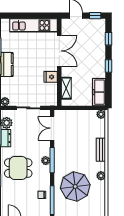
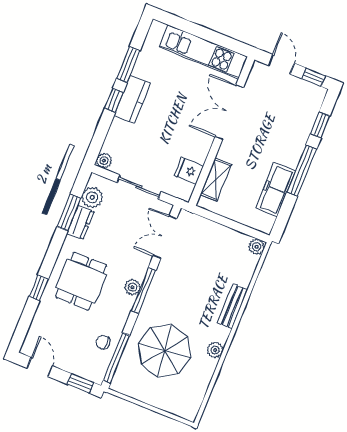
double door: (59, 51) -> (229, 112), swing flipped
window: (108, 66) -> (302, 171), width x2.17
fridge: (51, 77) -> (189, 171), moved
freezer: (99, 92) -> (276, 189), moved
dining table: (18, 168) -> (81, 281), turned 90

